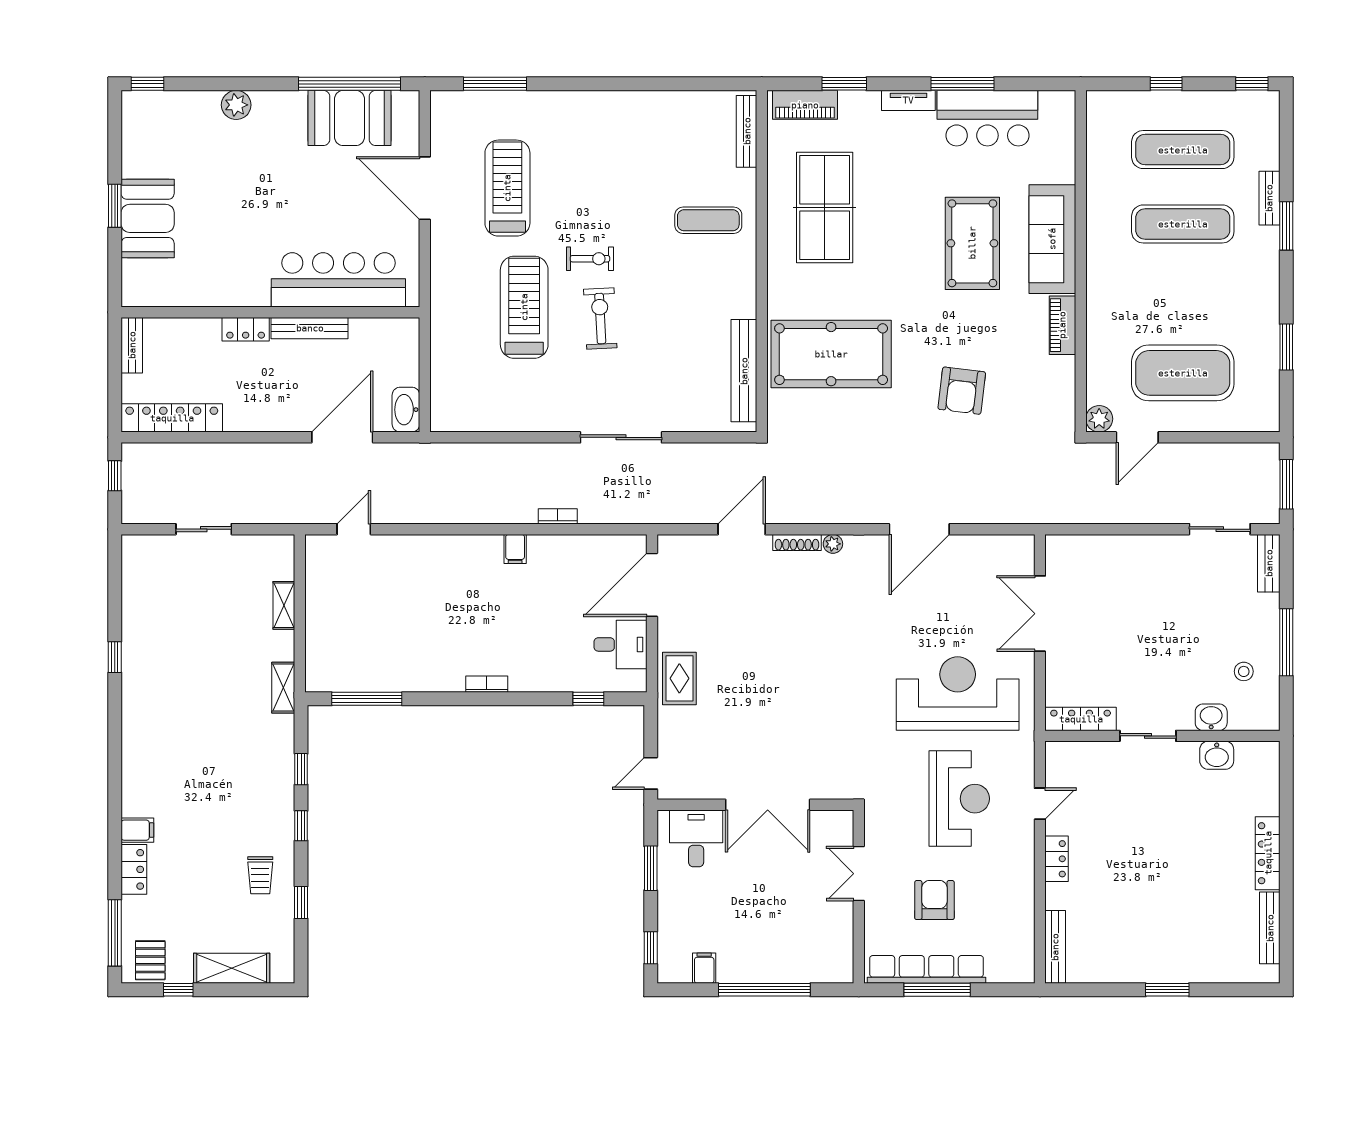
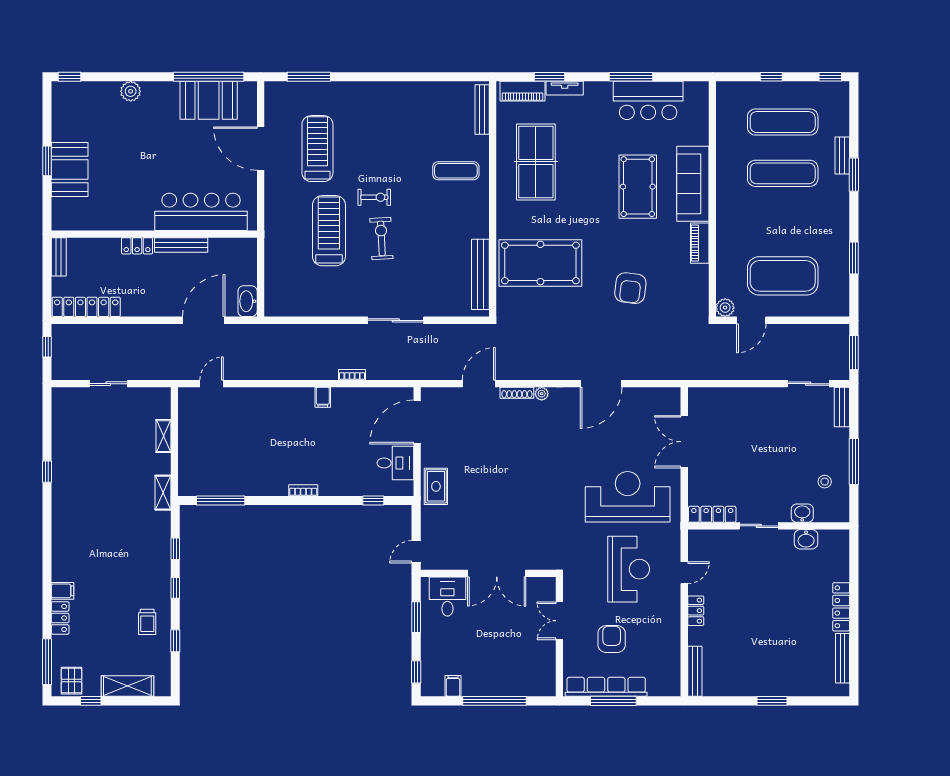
tv unit: (908, 100) -> (565, 88), moved

